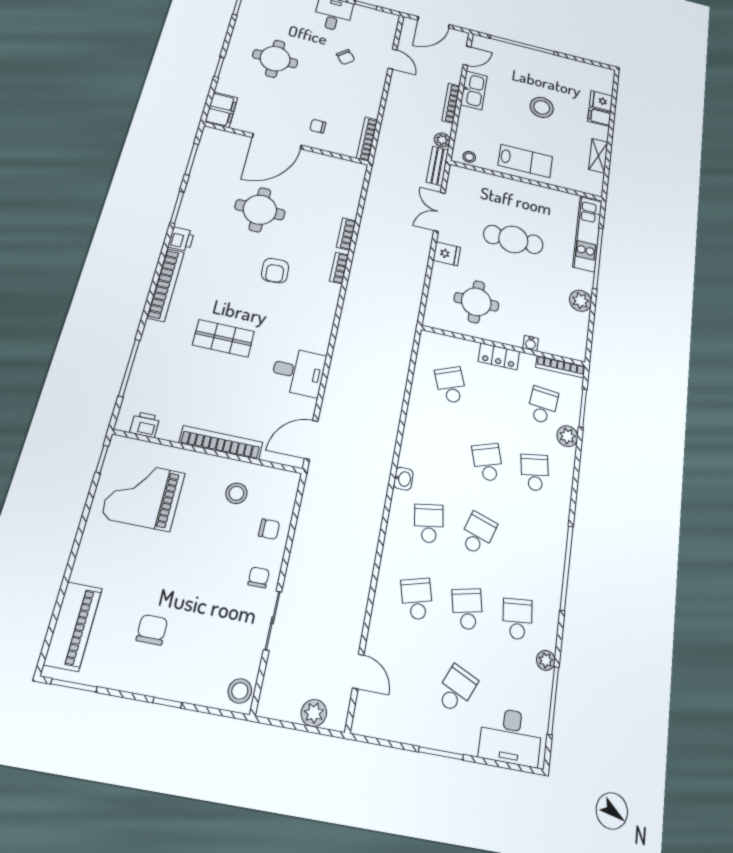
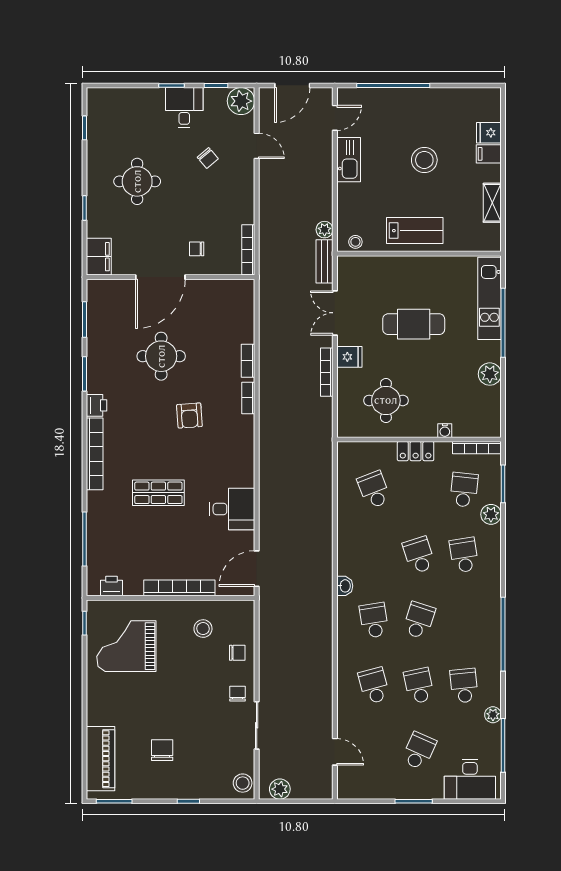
plant: (386, 22) -> (241, 101), added
bookcase: (451, 103) -> (327, 372), moved
plant: (314, 713) -> (280, 789), moved

